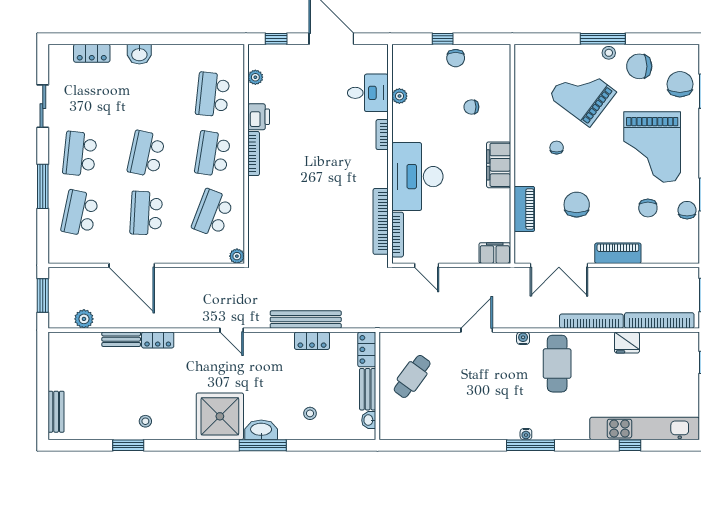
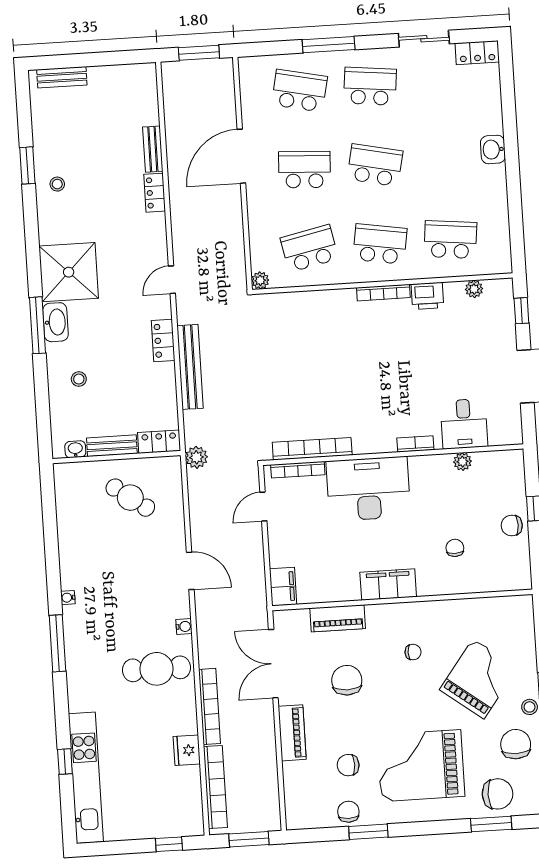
locker: (92, 53) -> (477, 53), moved, turned -90
chair: (577, 205) -> (347, 680), turned -90
chair: (687, 210) -> (348, 812), turned -90
school desk: (213, 213) -> (309, 248), turned -33
plant: (84, 319) -> (196, 457), moved
locker: (312, 341) -> (163, 340), moved
water cooler: (526, 434) -> (68, 598), moved

